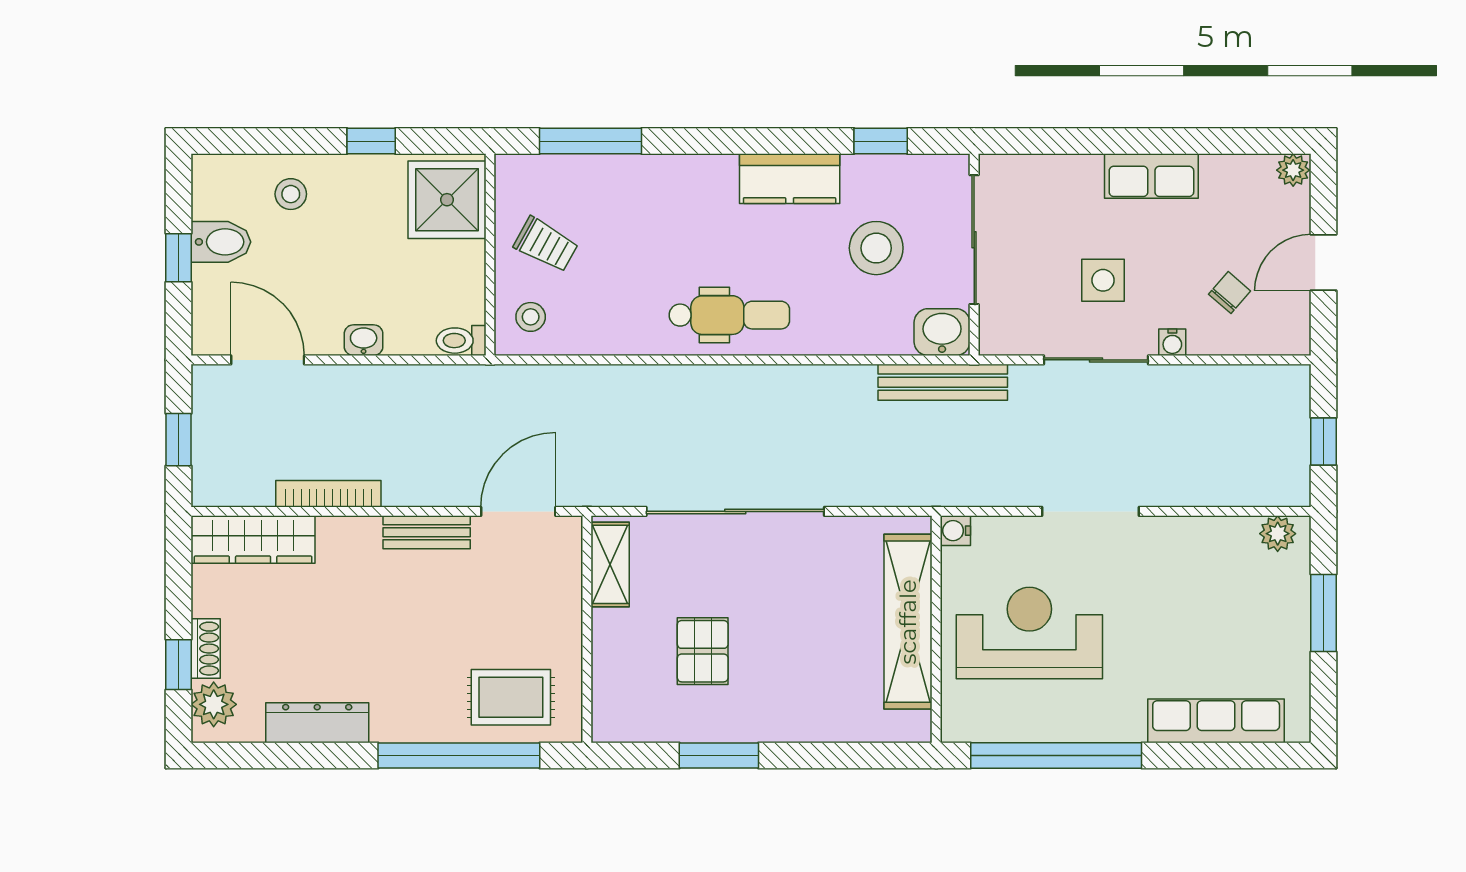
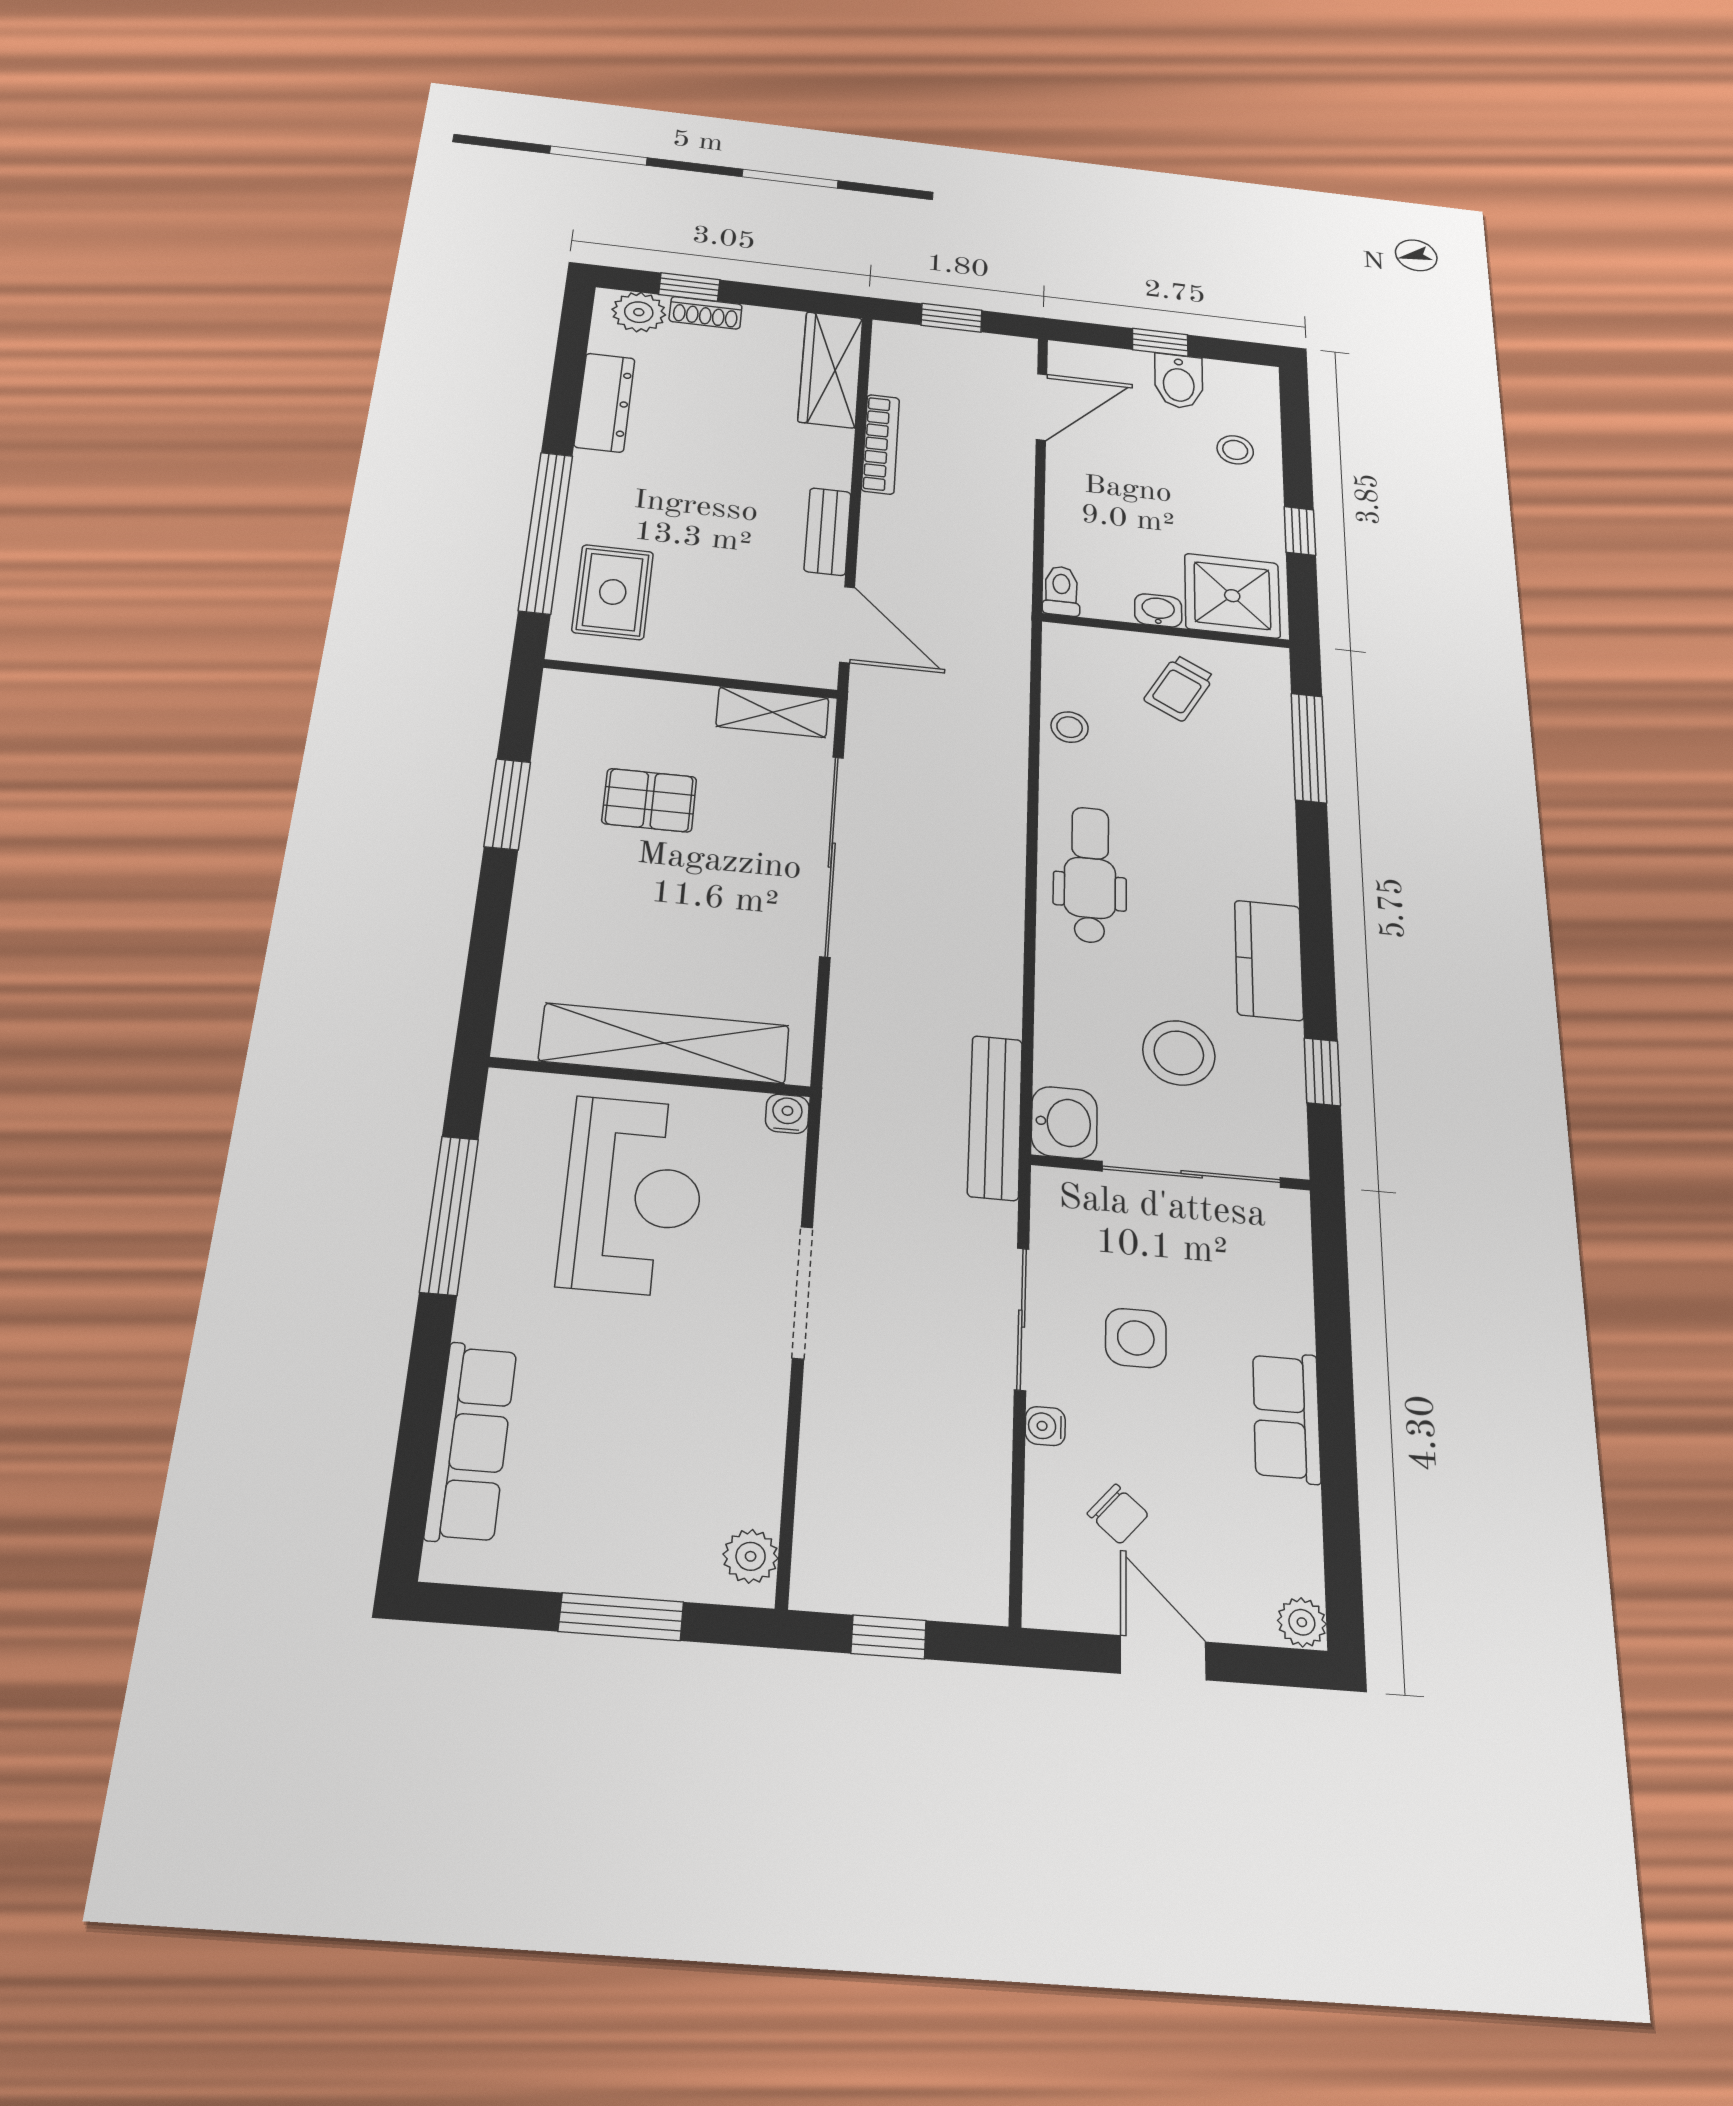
dental chair: (729, 315) -> (1090, 874), turned 180
stool: (531, 317) -> (1070, 727), moved
washbasin: (364, 340) -> (1158, 610), moved, turned -90
window: (1056, 756) -> (449, 1215), width x0.68

